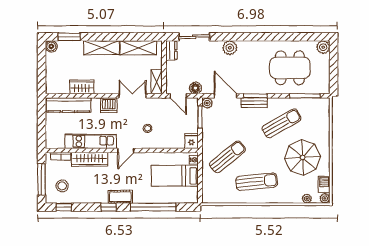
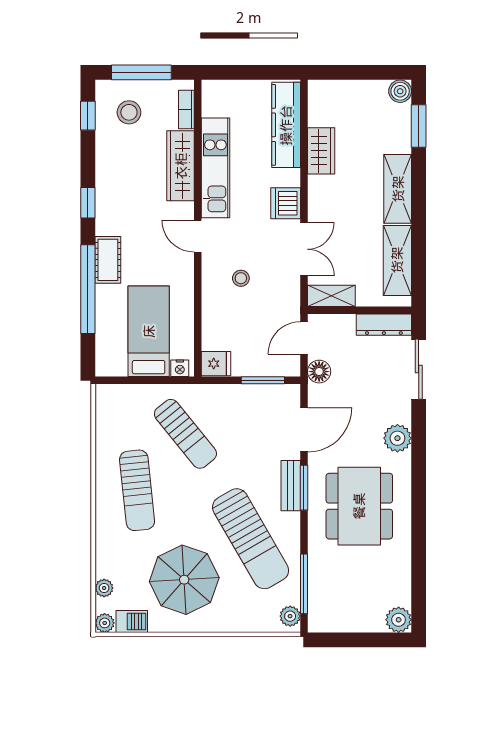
dresser: (171, 50) -> (384, 325), width x1.44
dining table: (290, 68) -> (359, 506), moved
plant: (207, 103) -> (290, 616), moved
sun lounger: (282, 123) -> (251, 539), width x1.36, depth x1.34
cot: (120, 197) -> (108, 260), moved

